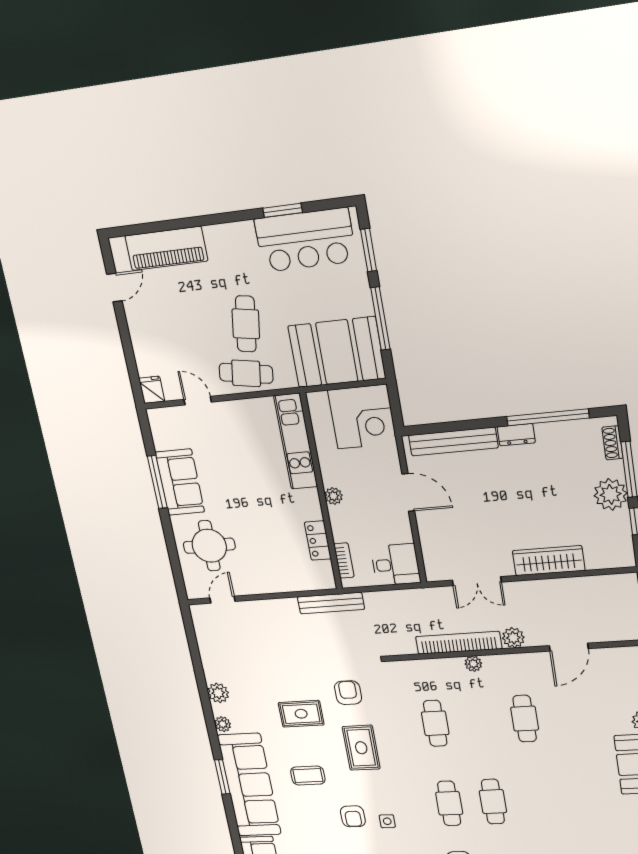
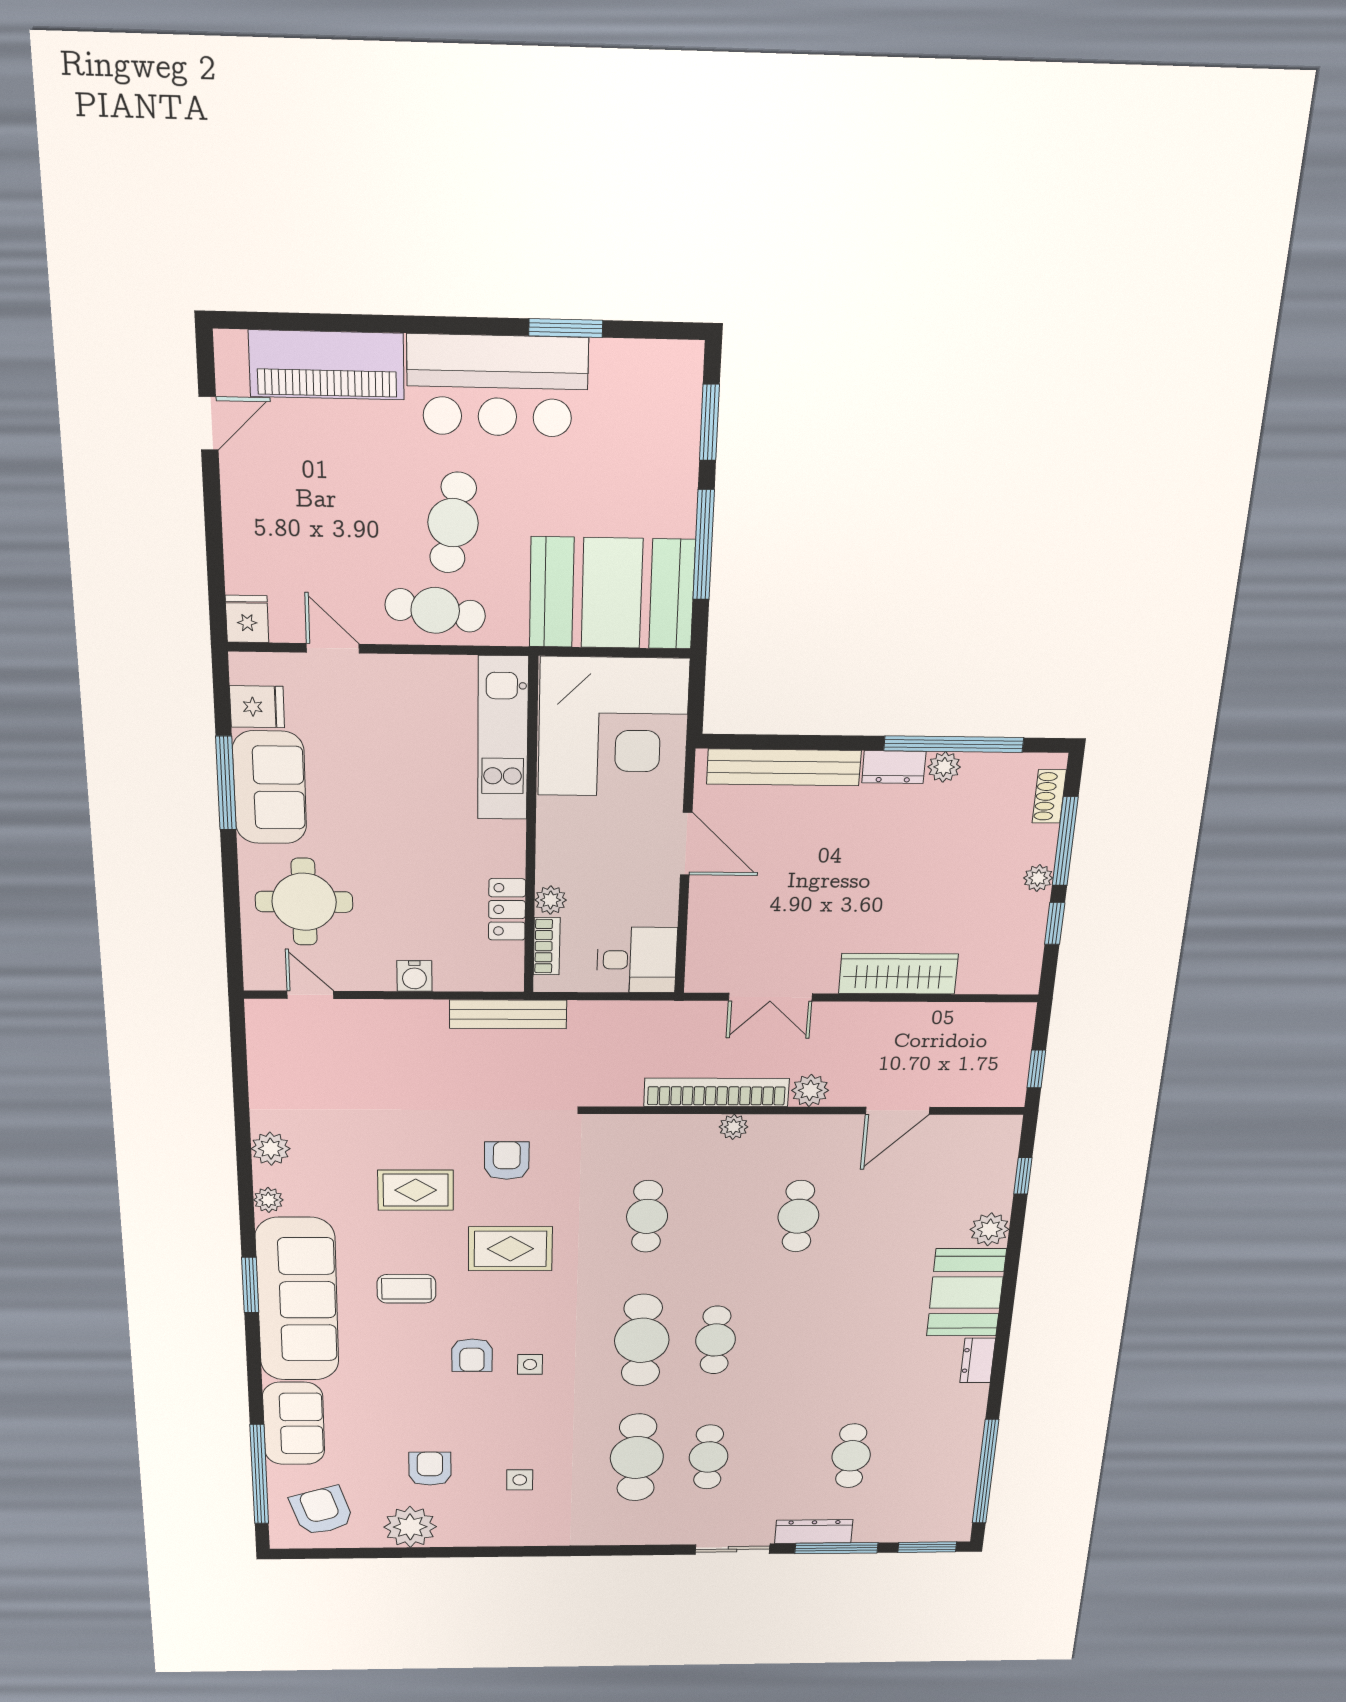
bar counter: (305, 240) -> (498, 386), moved
corner desk: (362, 417) -> (613, 727), width x1.36, depth x1.36
plant: (546, 432) -> (944, 767), added
fridge: (165, 438) -> (257, 707), added
plant: (611, 494) -> (1038, 878), width x0.53, depth x0.53
plant: (333, 496) -> (551, 900), moved
water cooler: (276, 584) -> (414, 976), added
door: (222, 600) -> (310, 995), hinge flipped
rug: (361, 748) -> (510, 1249), turned 90
cafe table: (449, 803) -> (642, 1340), width x1.37, depth x1.35

